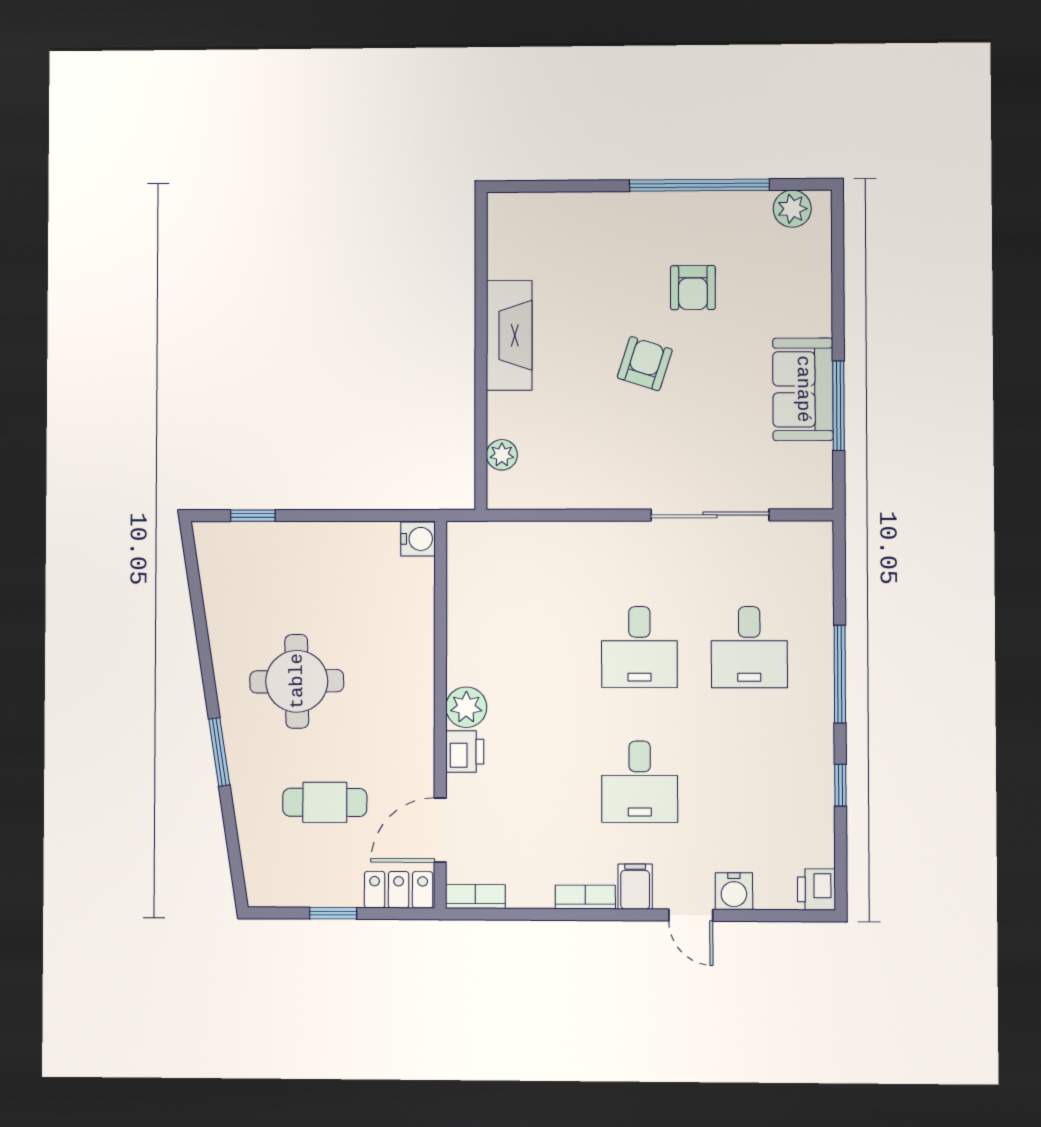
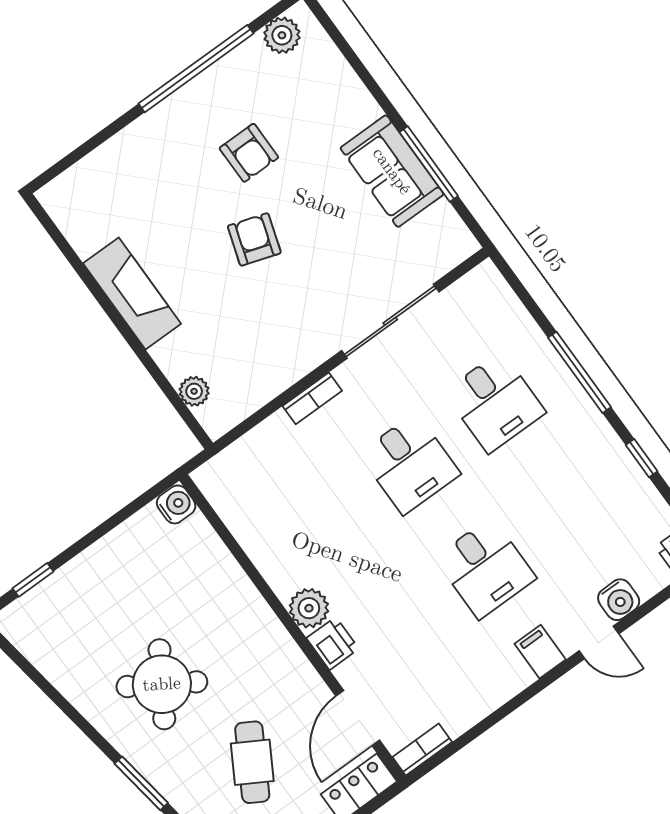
round table: (297, 681) -> (162, 684), turned 33
cafe table: (325, 802) -> (252, 762), turned -60
bookcase: (585, 897) -> (312, 398), moved, turned 180

